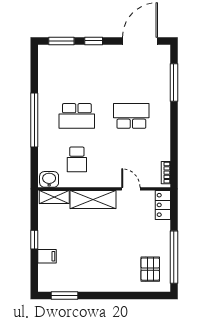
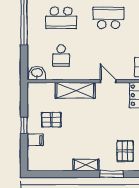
shelving: (54, 197) -> (86, 165), moved
pallet: (66, 233) -> (51, 120), added
window: (64, 295) -> (111, 174), moved

